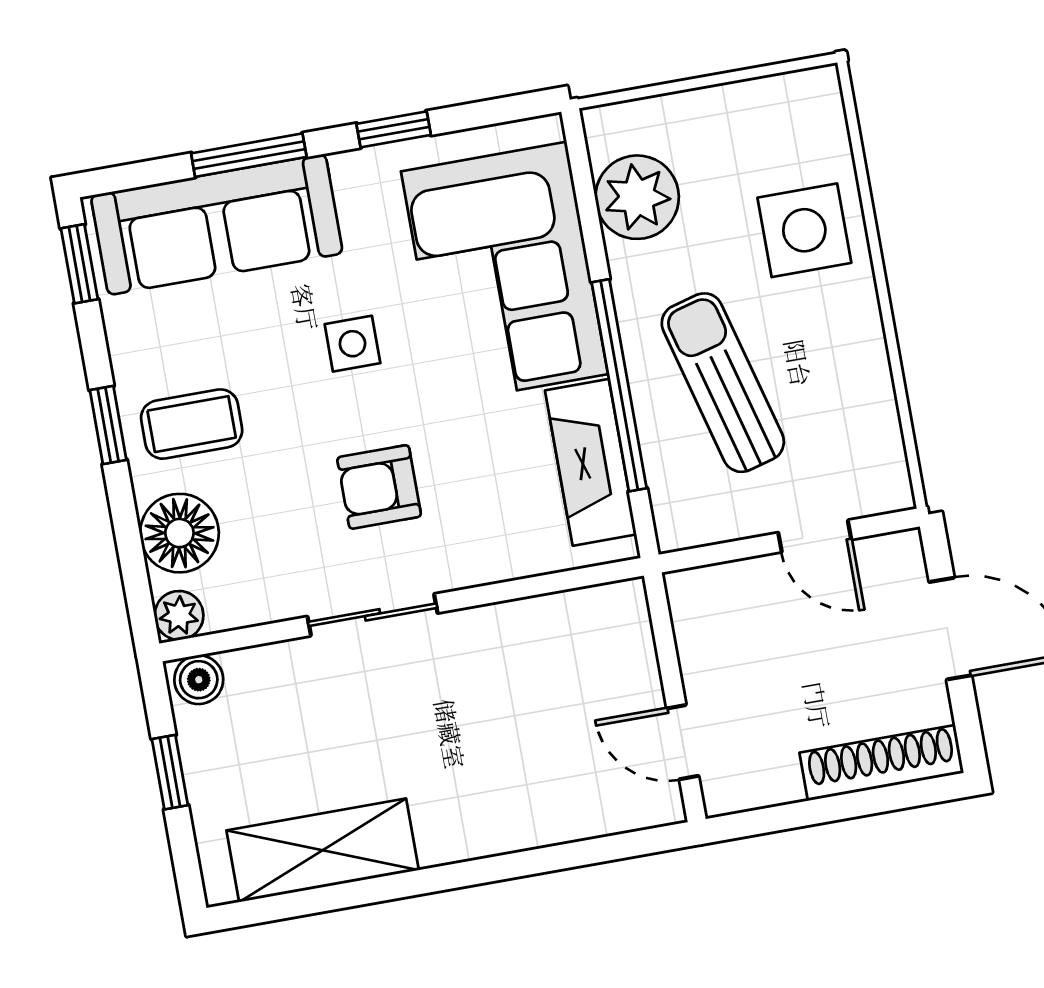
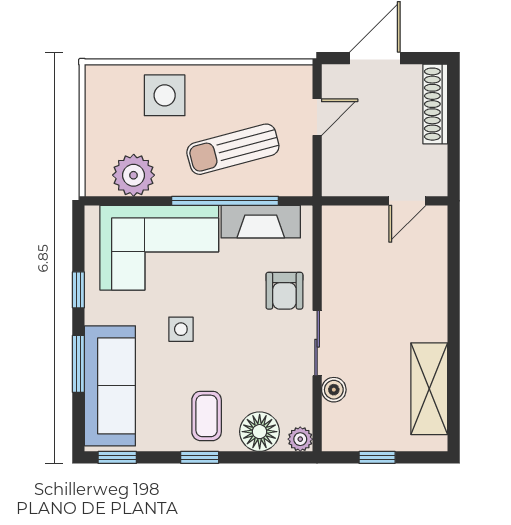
armchair: (379, 487) -> (284, 291), moved
boiler: (199, 680) -> (334, 390), moved

